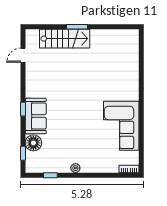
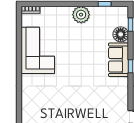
plant: (75, 168) -> (81, 15), width x1.88, depth x1.88

